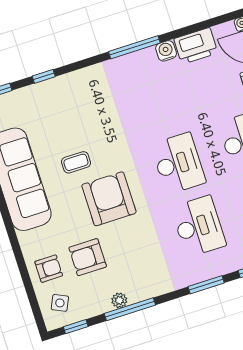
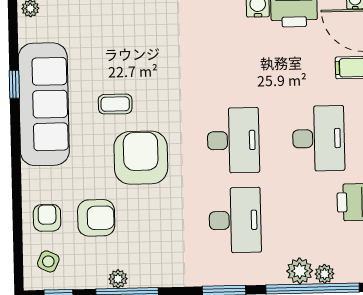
armchair: (88, 257) -> (96, 218), turned 180
armchair: (49, 269) -> (47, 218), turned -90

